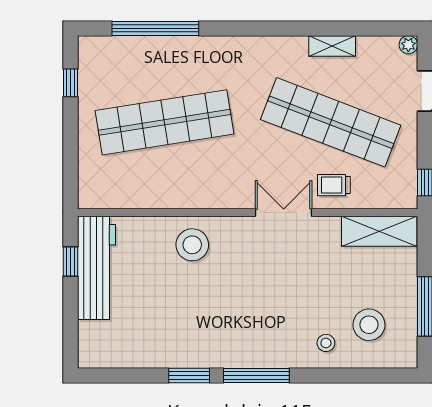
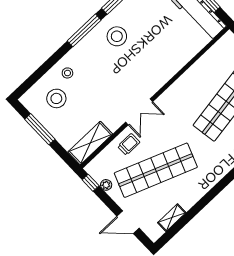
plant: (408, 45) -> (106, 185), moved
shelving: (332, 46) -> (172, 218), moved
stool: (192, 245) -> (117, 36), moved

